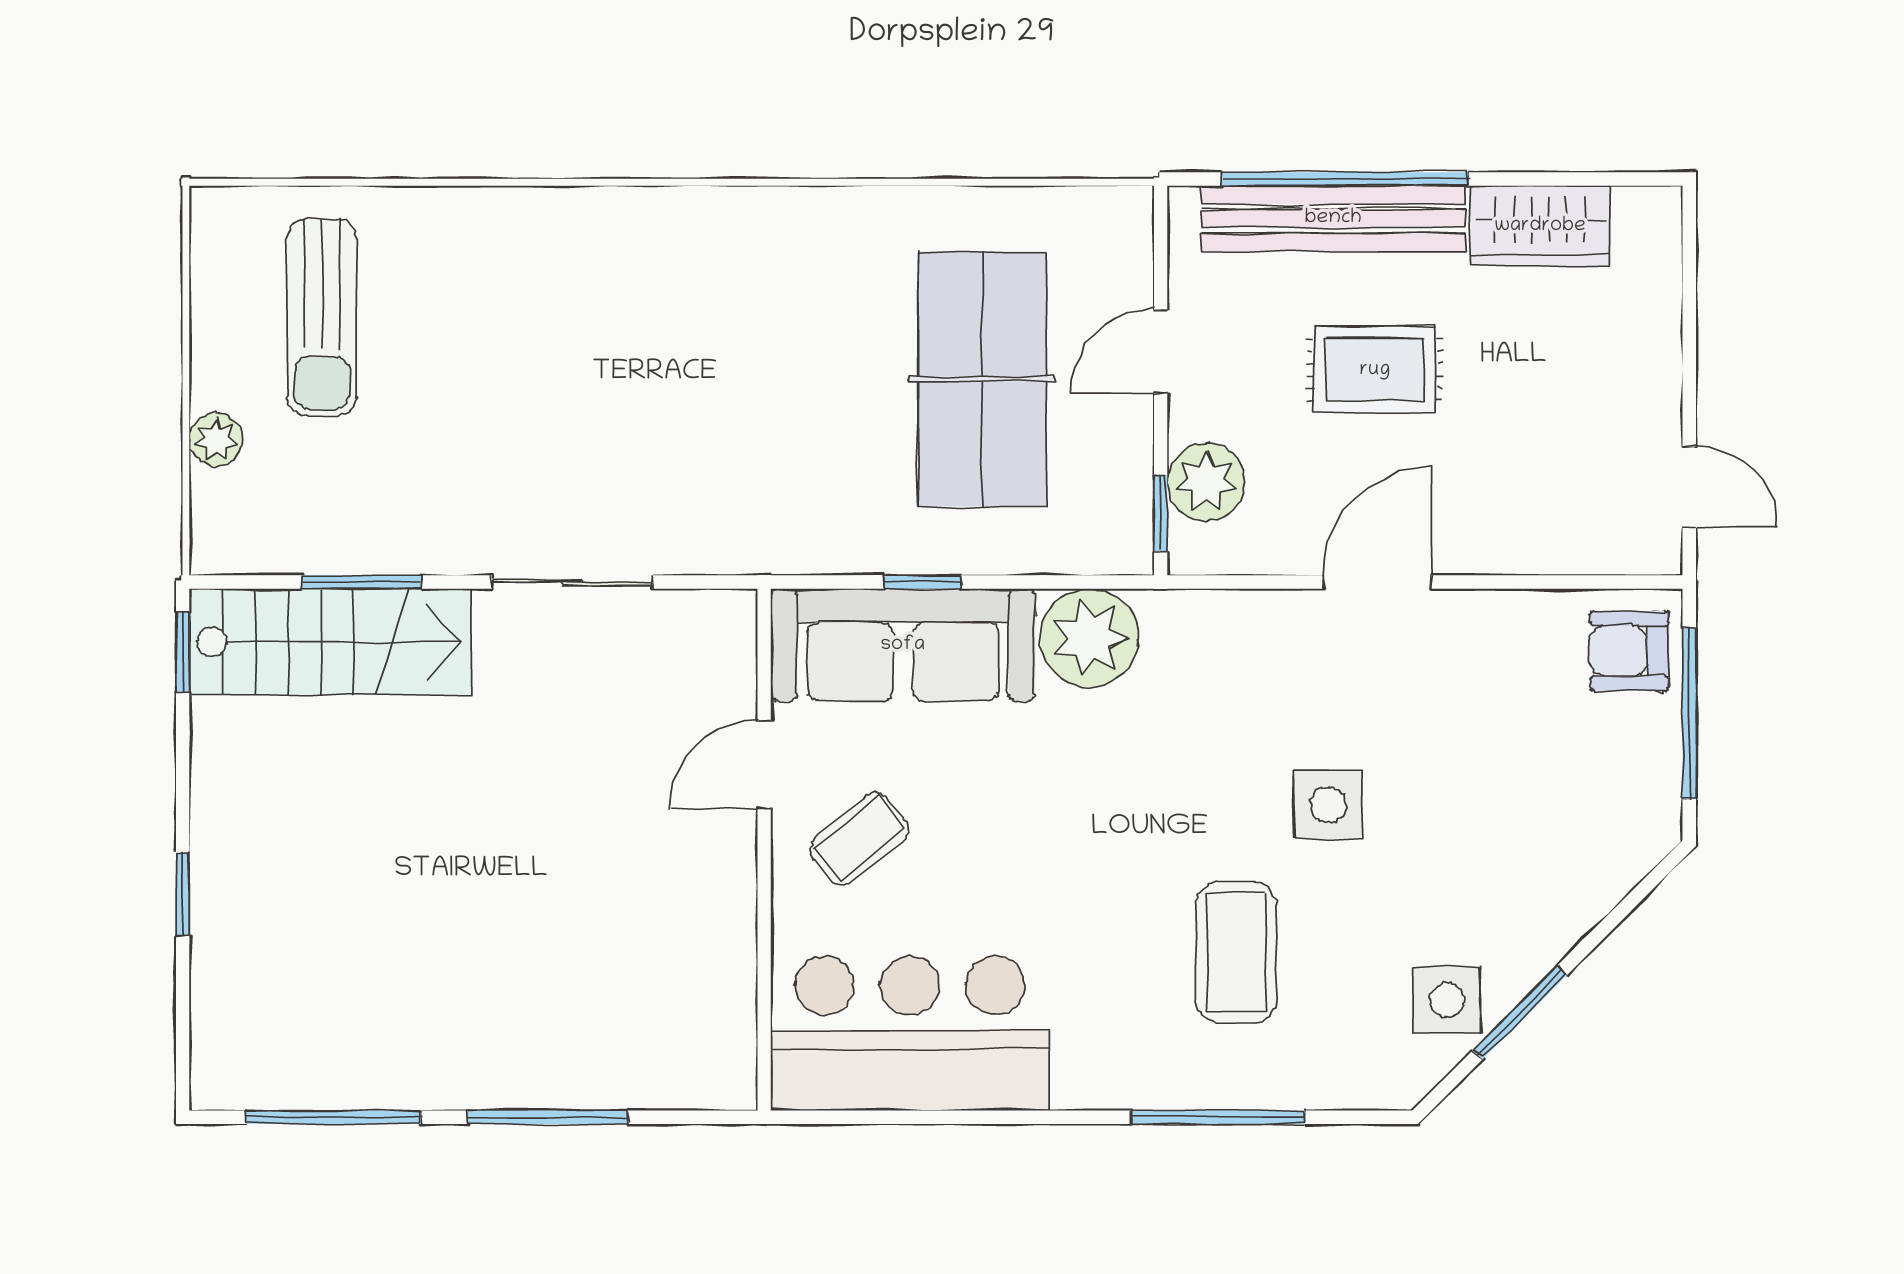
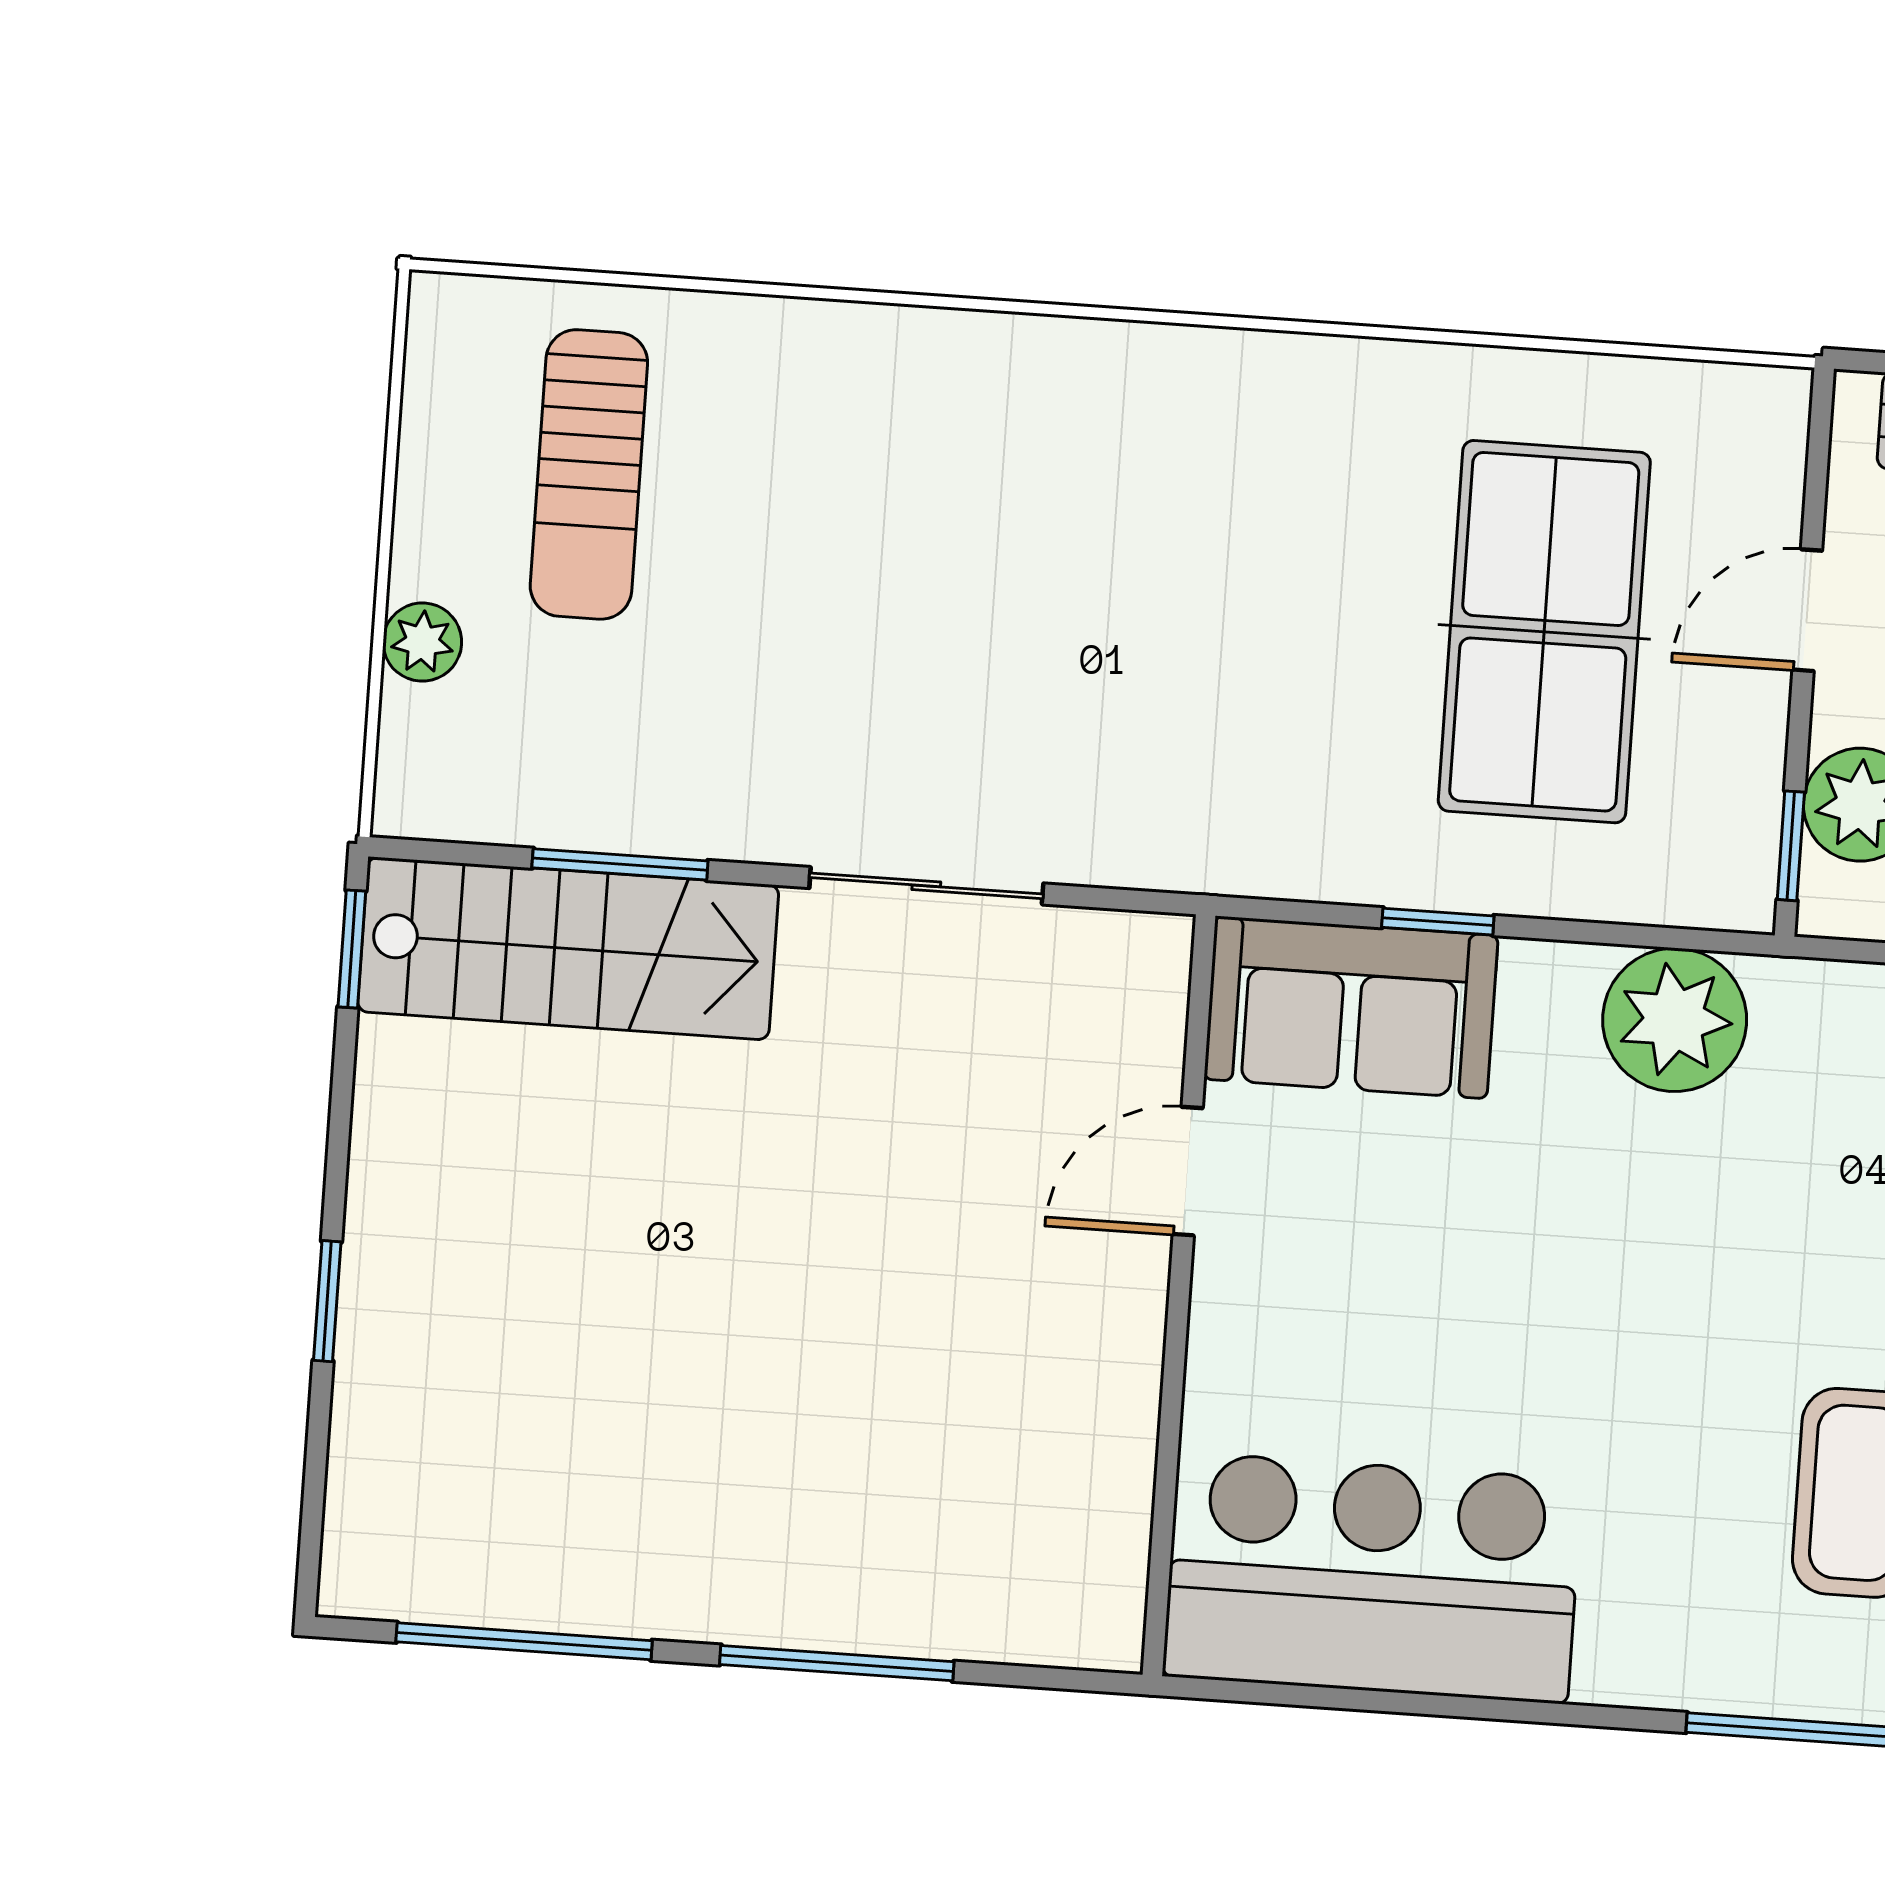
sofa: (903, 645) -> (1351, 1007), width x0.73
coffee table: (859, 839) -> (1318, 1289), removed

